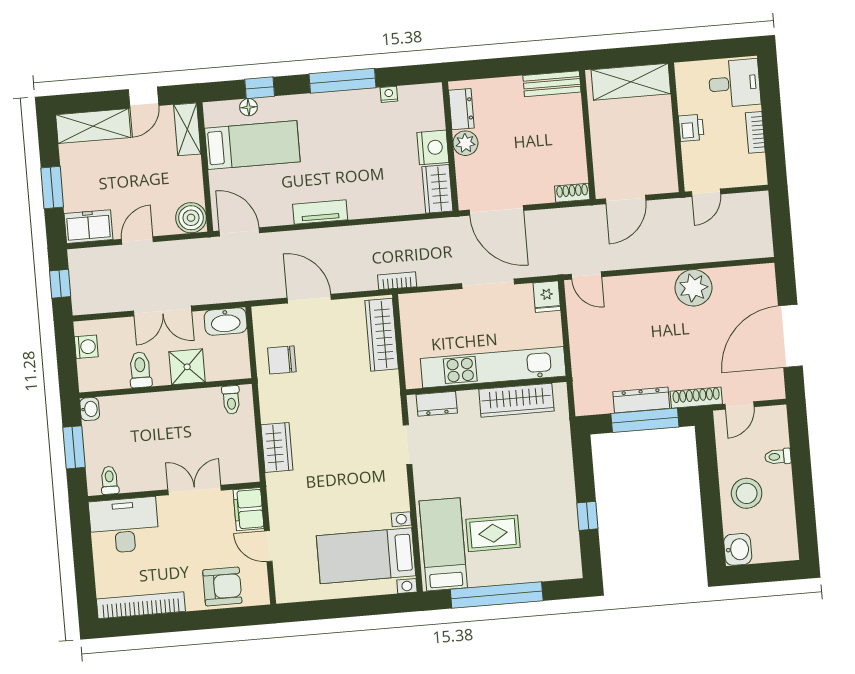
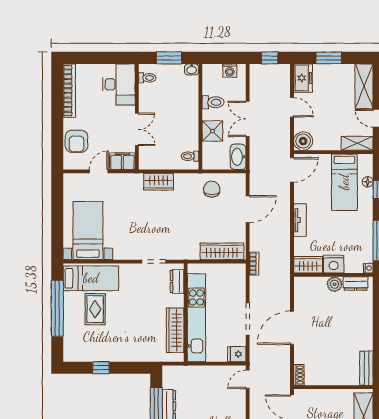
dresser: (461, 109) -> (356, 283), moved
plant: (465, 143) -> (335, 284), moved
wall: (450, 146) -> (333, 275), moved
nightstand: (433, 147) -> (334, 264), moved
wardrobe: (437, 189) -> (308, 265), moved

